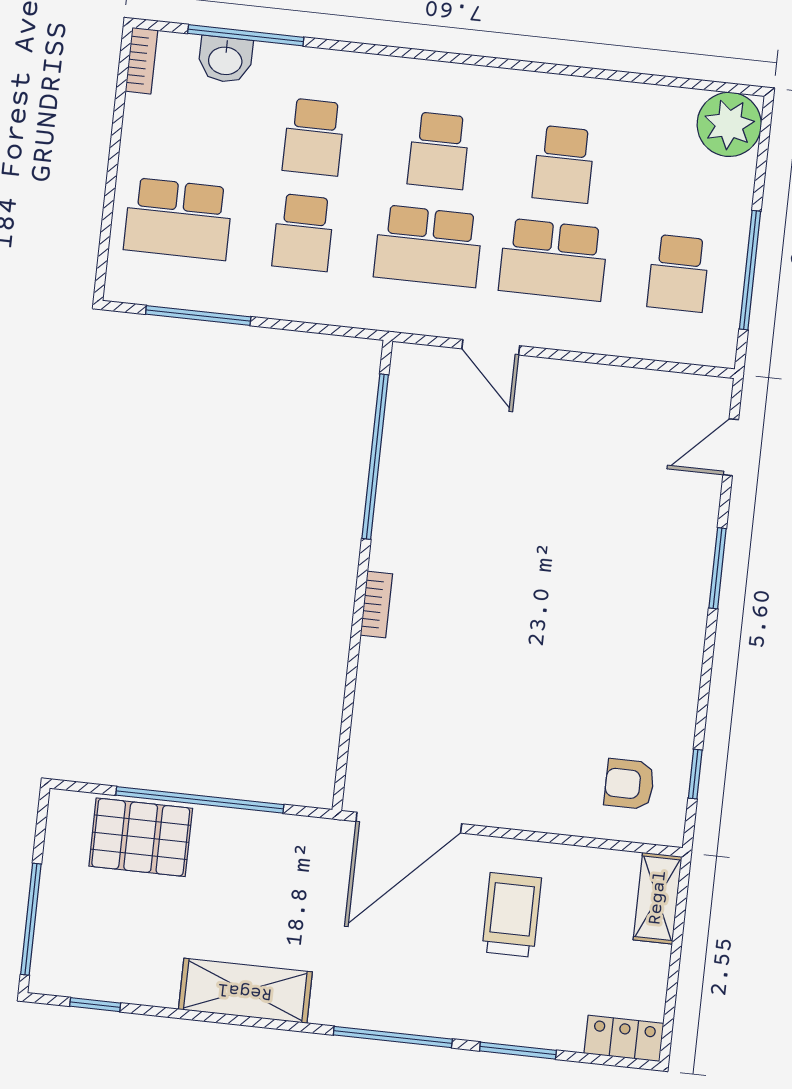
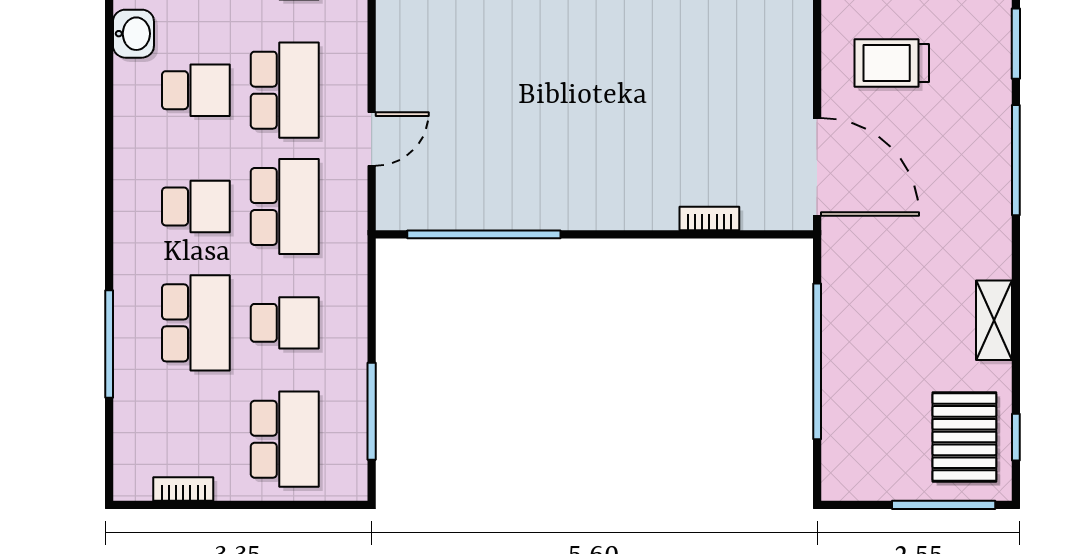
window: (246, 35) -> (109, 344), moved
washbasin: (225, 60) -> (133, 34), moved
bookcase: (141, 61) -> (183, 489), moved
school desk: (314, 137) -> (196, 323), width x1.85
bookcase: (376, 604) -> (709, 218), moved
pallet: (141, 837) -> (964, 437), moved
shelving: (245, 991) -> (994, 320), width x0.67, depth x0.75

